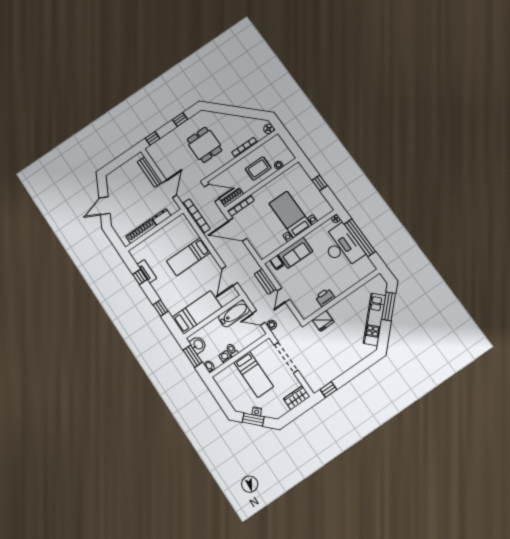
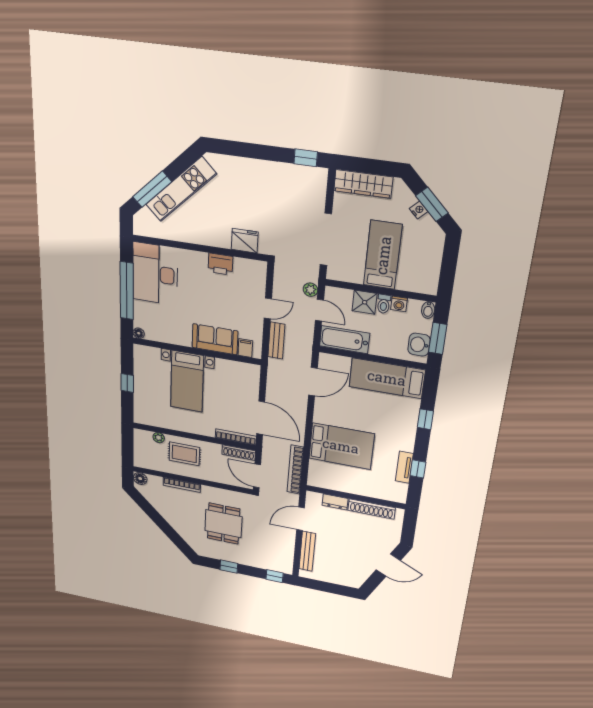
desk: (342, 246) -> (155, 274), moved
bed: (189, 257) -> (341, 446), width x1.50
shower: (241, 342) -> (365, 302), added
wardrobe: (297, 398) -> (363, 184), width x1.50

